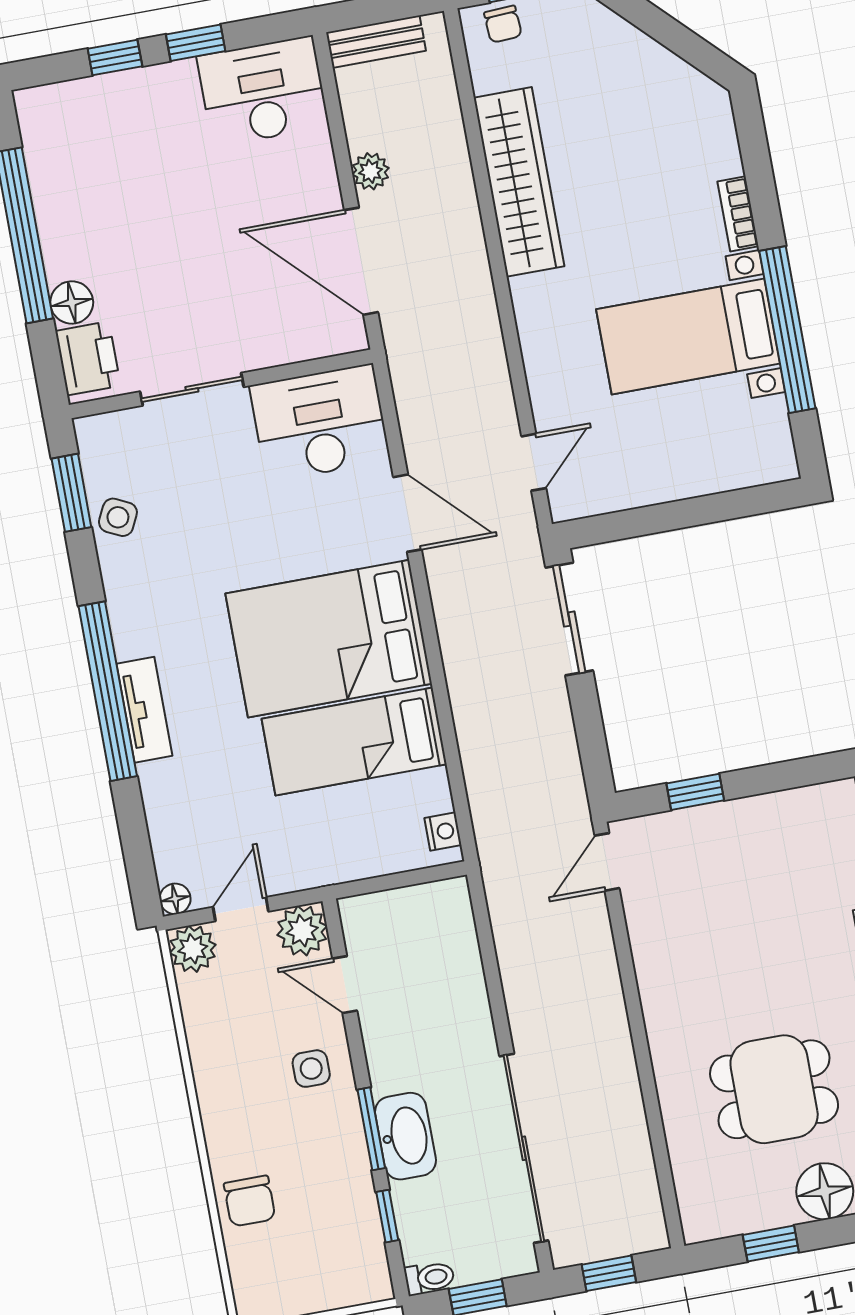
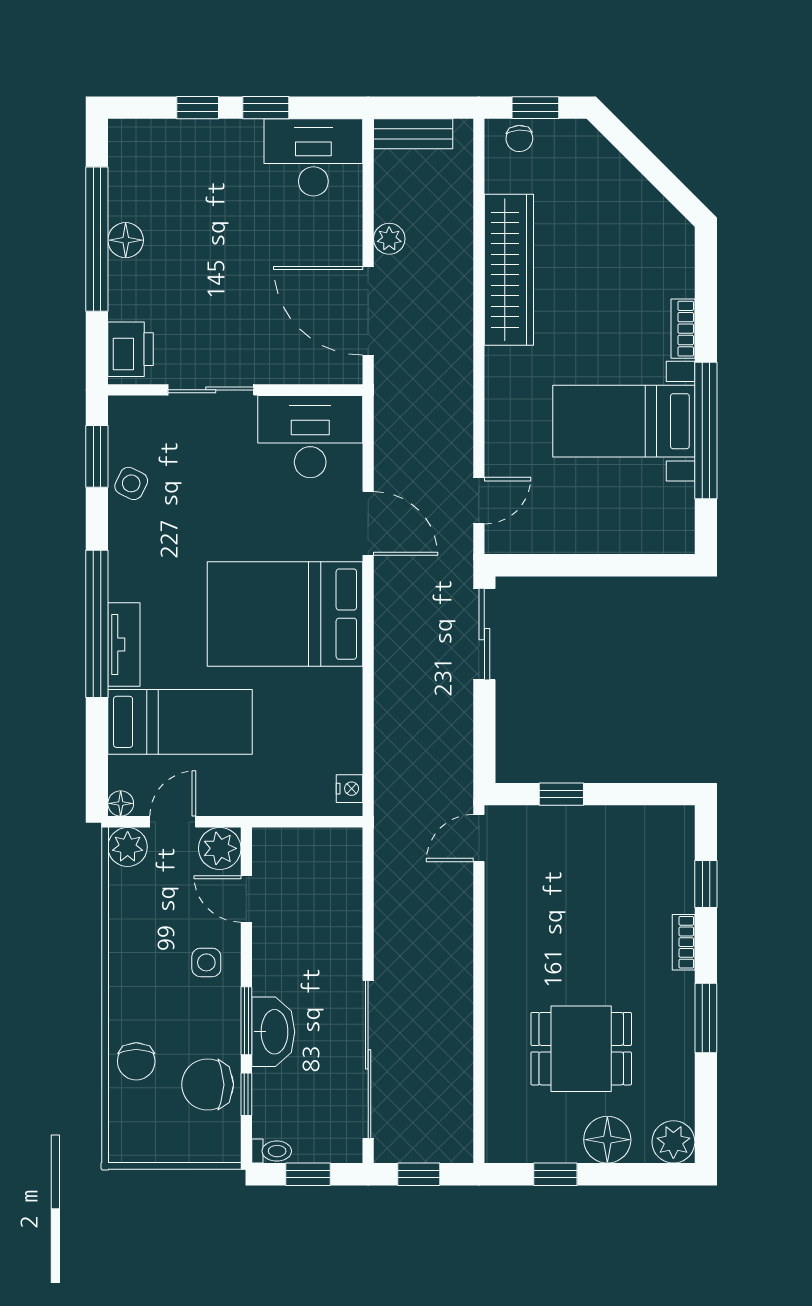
floor lamp: (72, 302) -> (126, 240), moved
bed: (354, 742) -> (180, 722), moved, turned 180
chair: (339, 1213) -> (208, 1085), added

